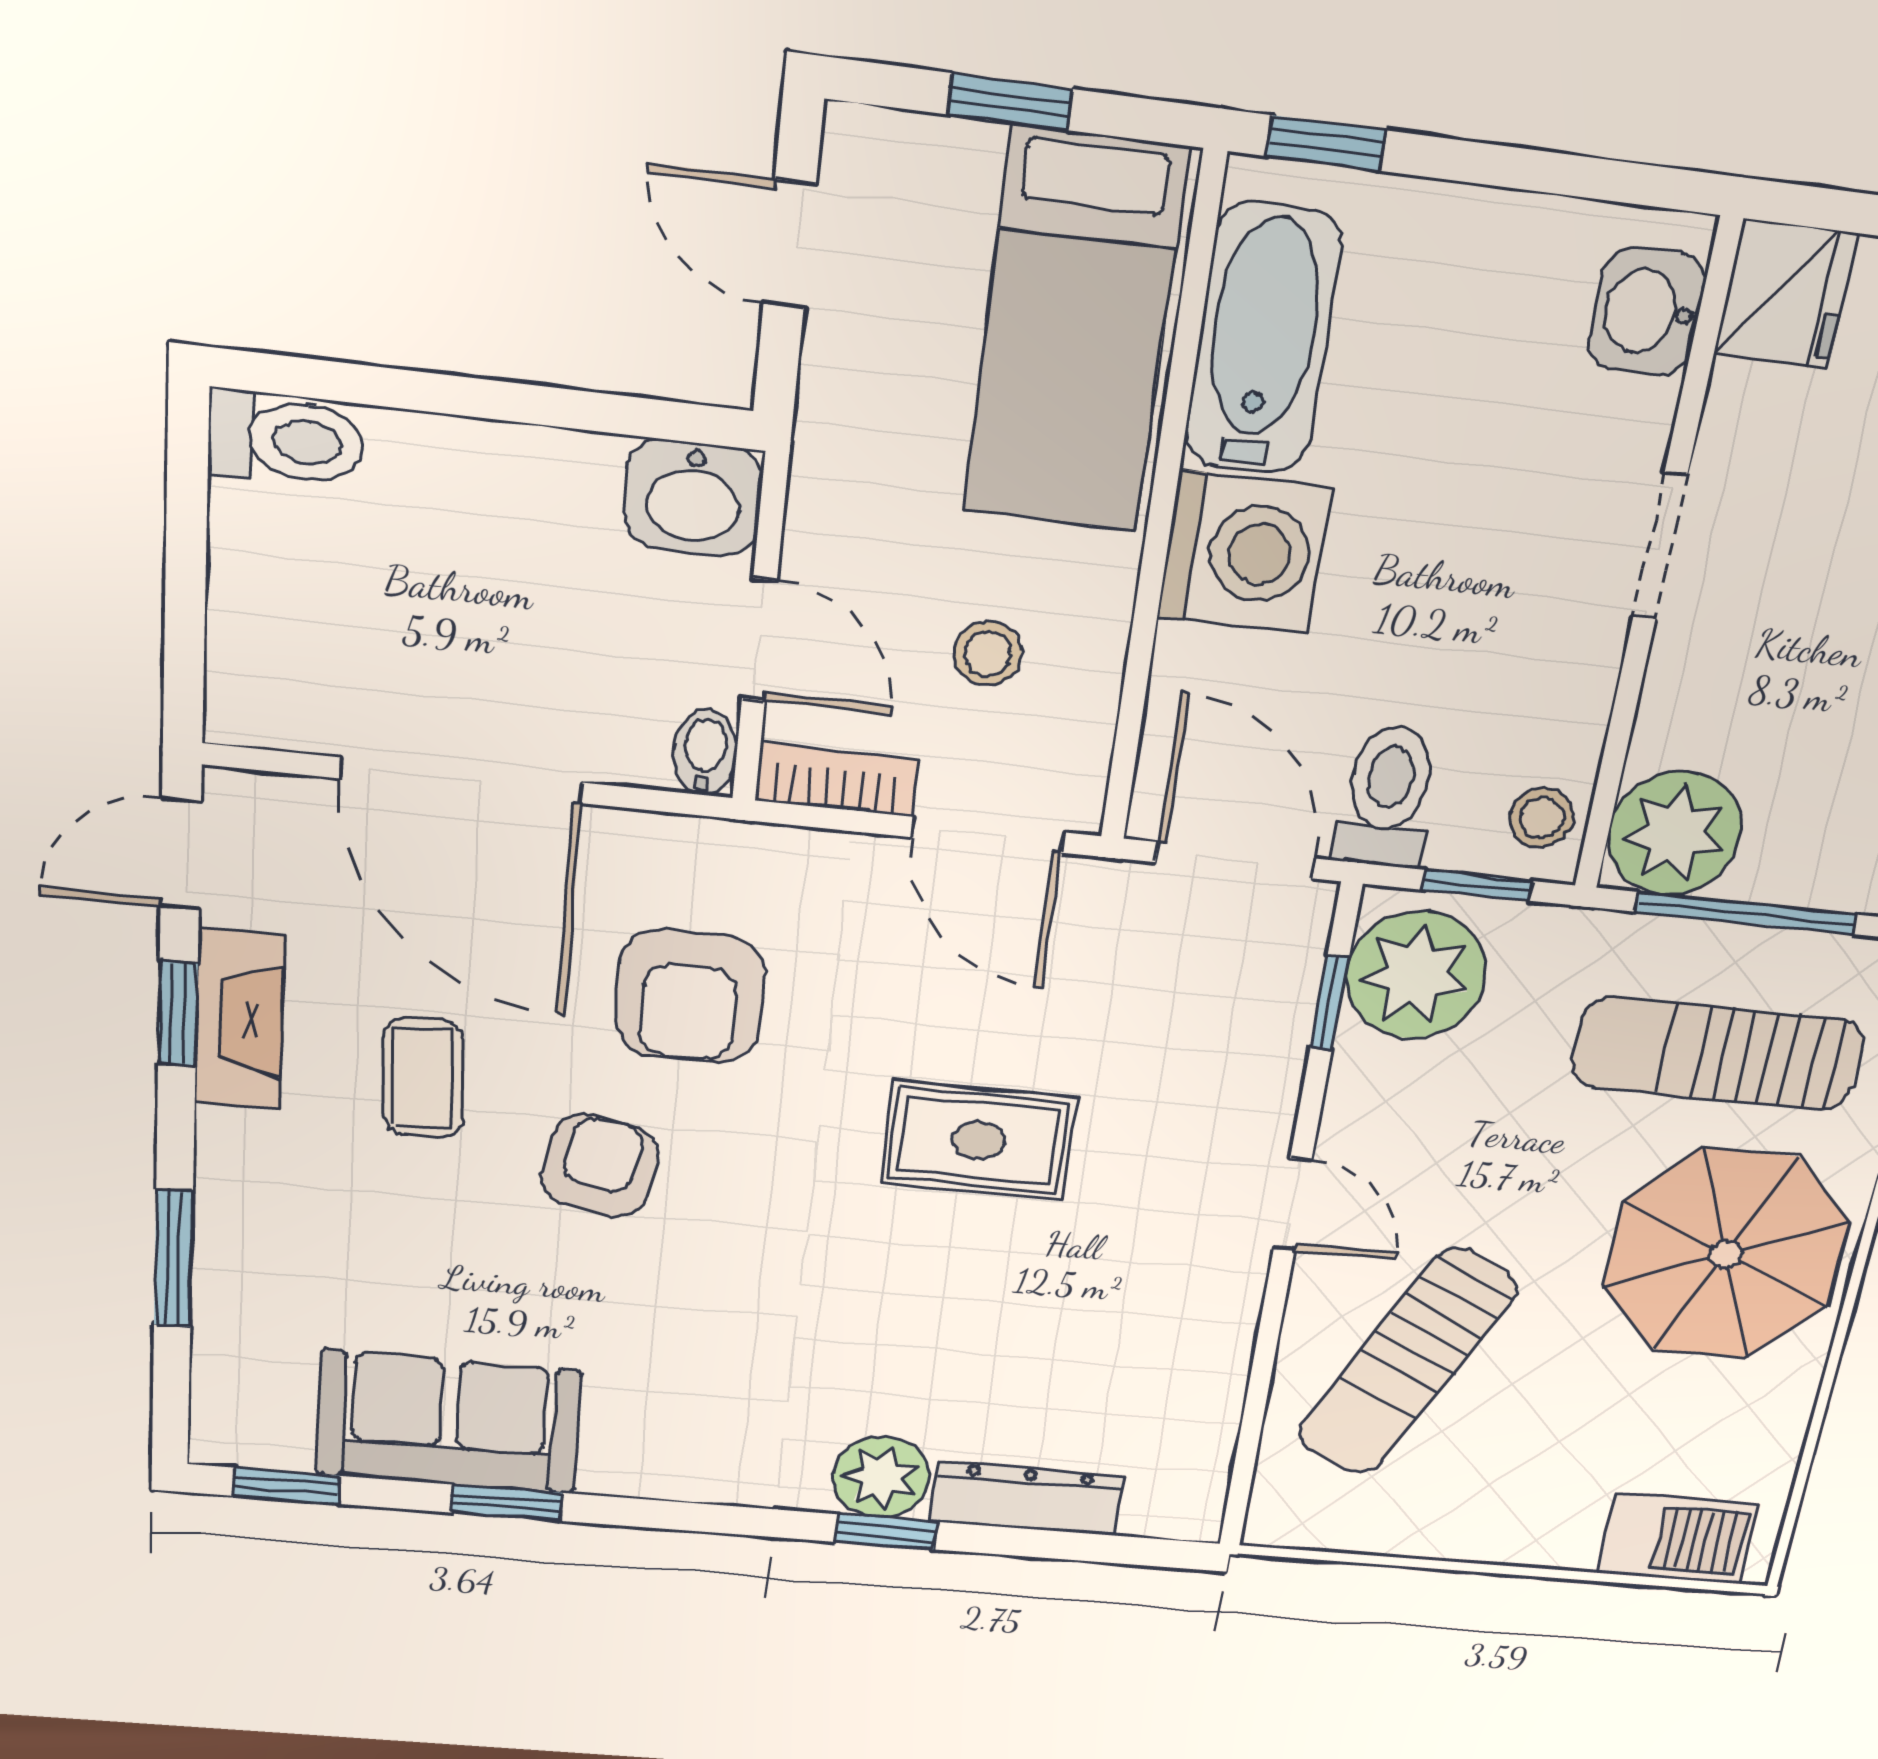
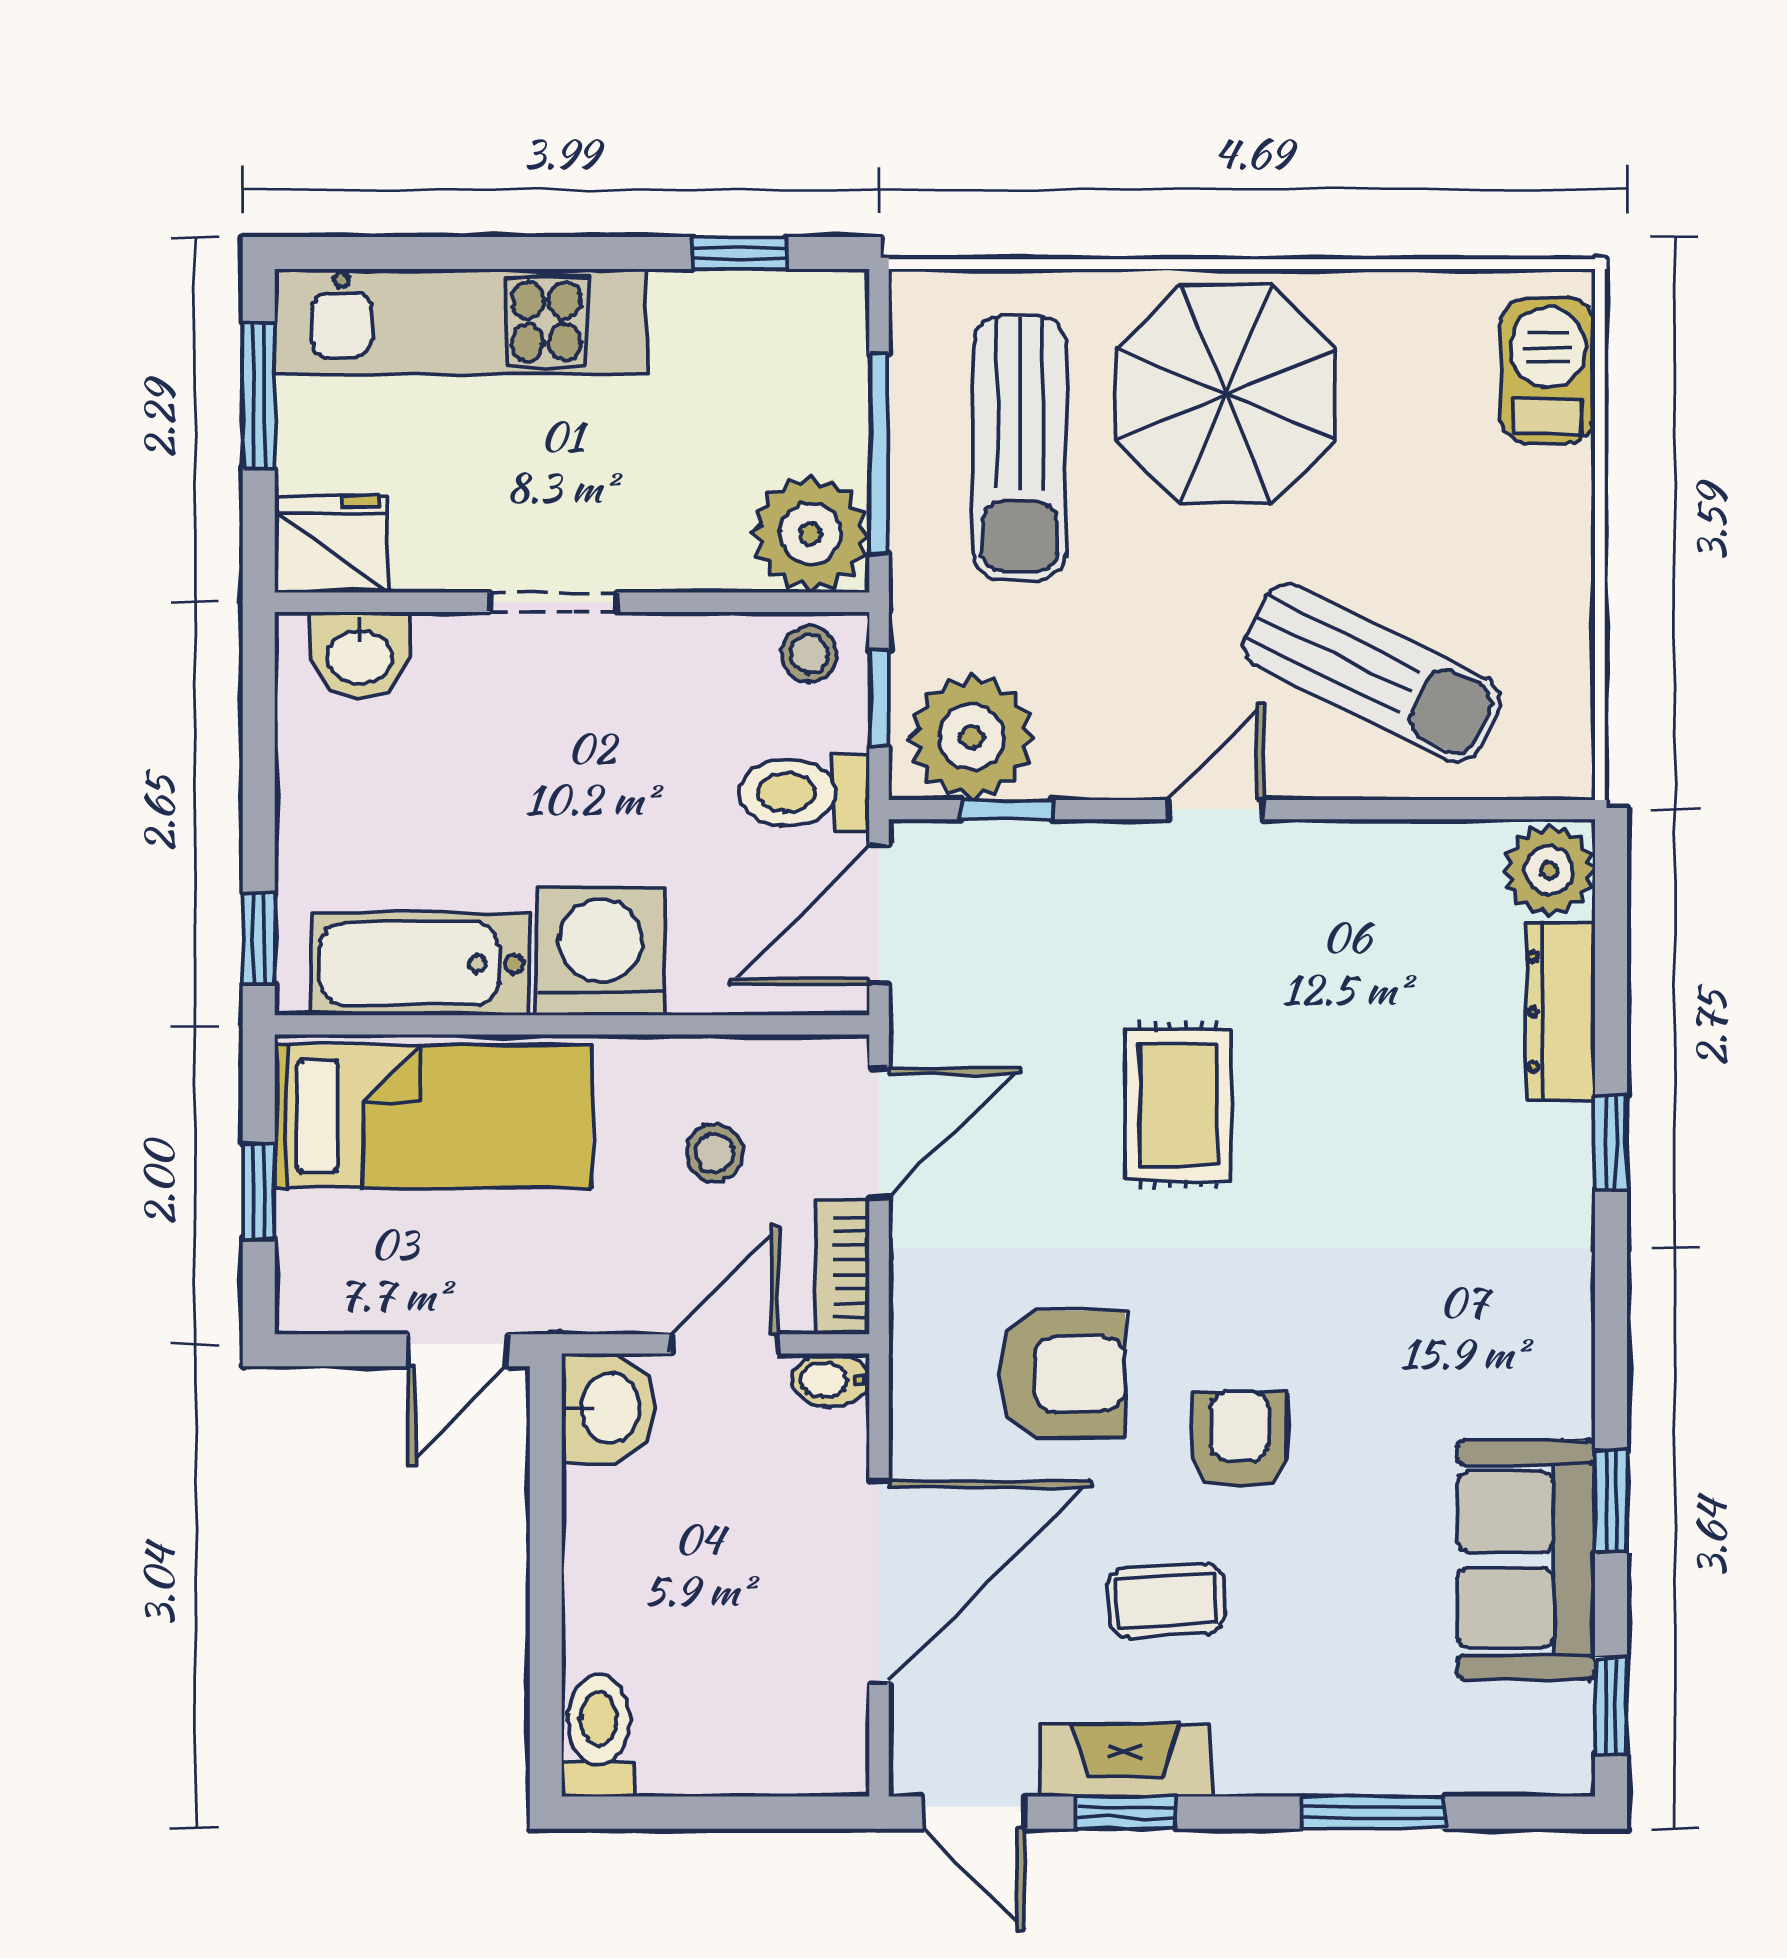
door: (789, 244) -> (458, 1350), moved
armchair: (600, 1166) -> (1239, 1440), turned 79
plant: (881, 1477) -> (1549, 870), moved

